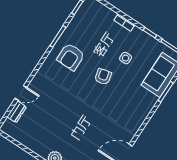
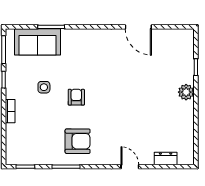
armchair: (103, 77) -> (76, 97), turned 103
door: (21, 93) -> (130, 167), moved

